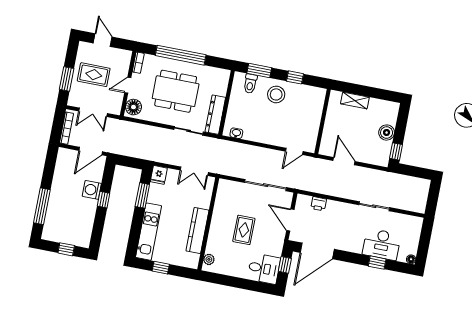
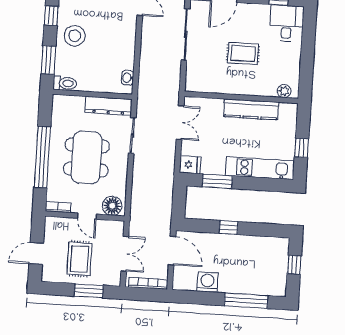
toilet: (250, 84) -> (65, 83), moved
washing machine: (92, 190) -> (207, 282), moved, turned 180

